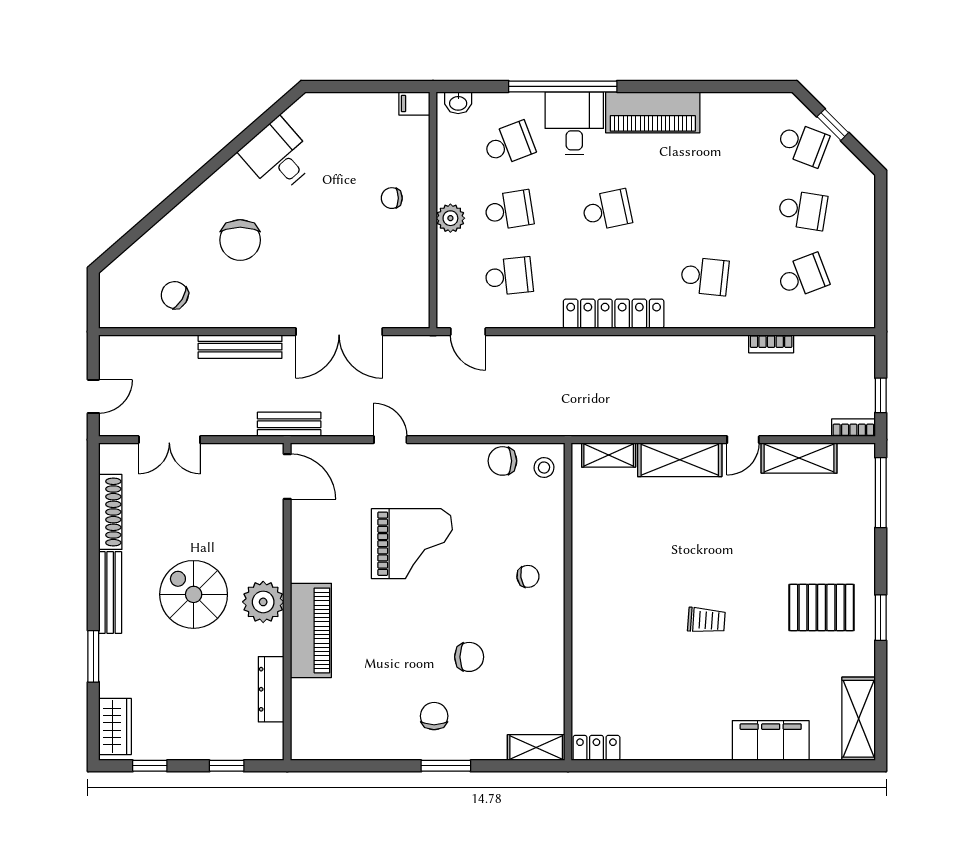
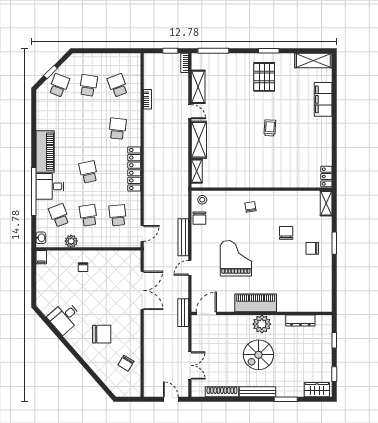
plant: (450, 218) -> (71, 241), moved
bench: (240, 347) -> (183, 237), moved
piano: (311, 630) -> (256, 303), moved

